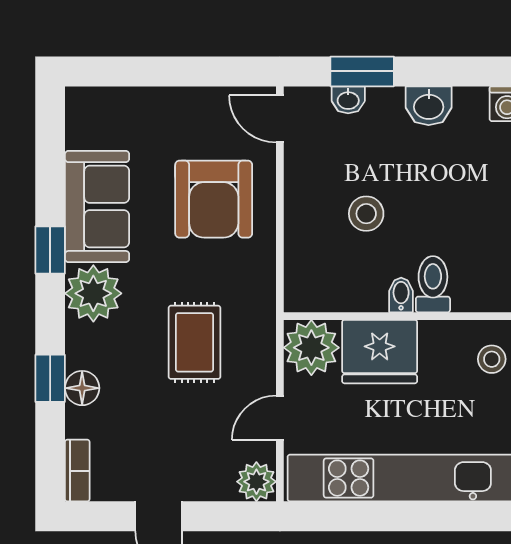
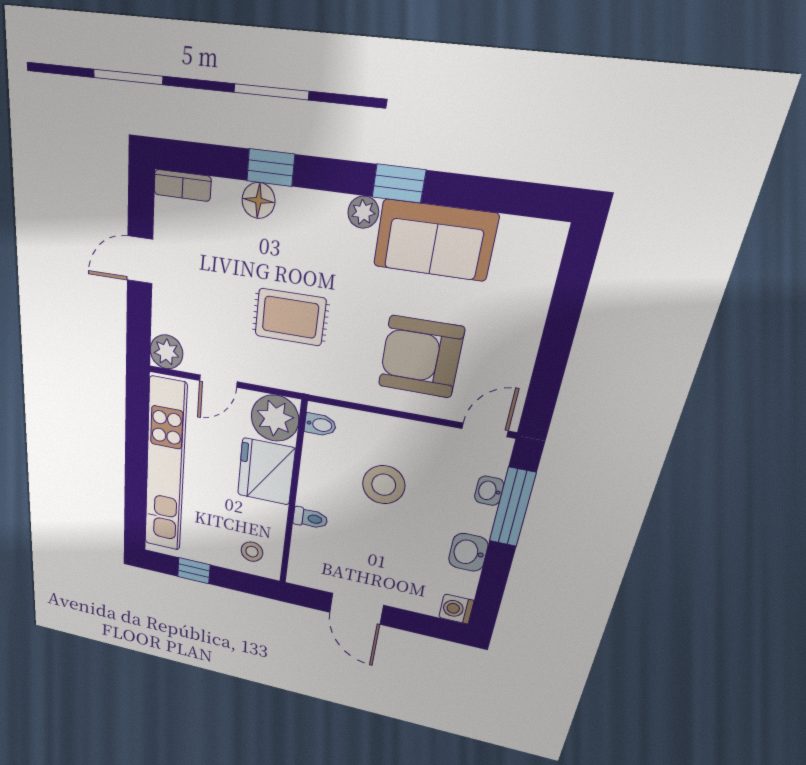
window: (362, 71) -> (512, 507), width x1.44
stool: (366, 214) -> (384, 485), width x1.38, depth x1.38
toilet: (433, 284) -> (310, 518), width x0.73, depth x0.72
plant: (93, 293) -> (363, 212), width x0.53, depth x0.53
bidet: (401, 295) -> (320, 425), moved
door: (280, 418) -> (218, 381), swing flipped

